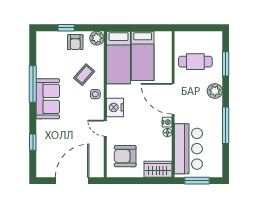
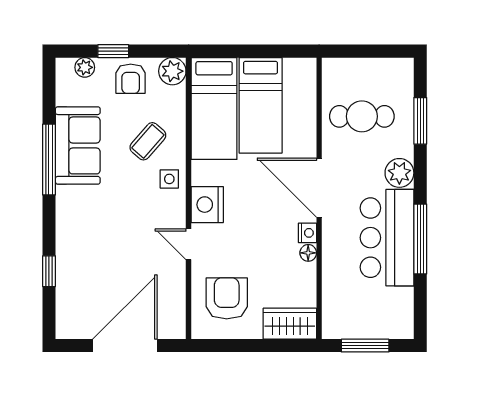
plant: (51, 36) -> (85, 67), added
sofa: (48, 99) -> (78, 145), moved
bar counter: (188, 149) -> (387, 238), moved, turned 180
armchair: (125, 156) -> (227, 298), turned 90

